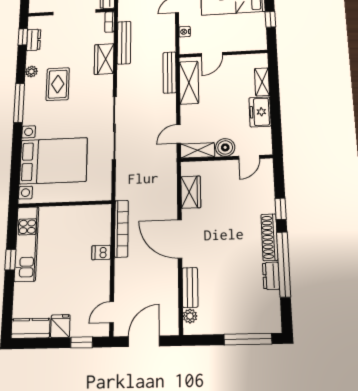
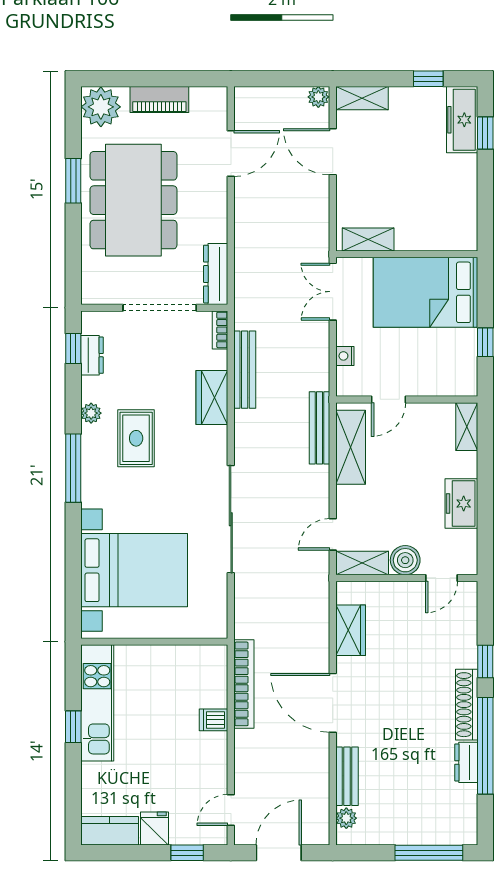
shelving: (262, 82) -> (467, 427), moved

